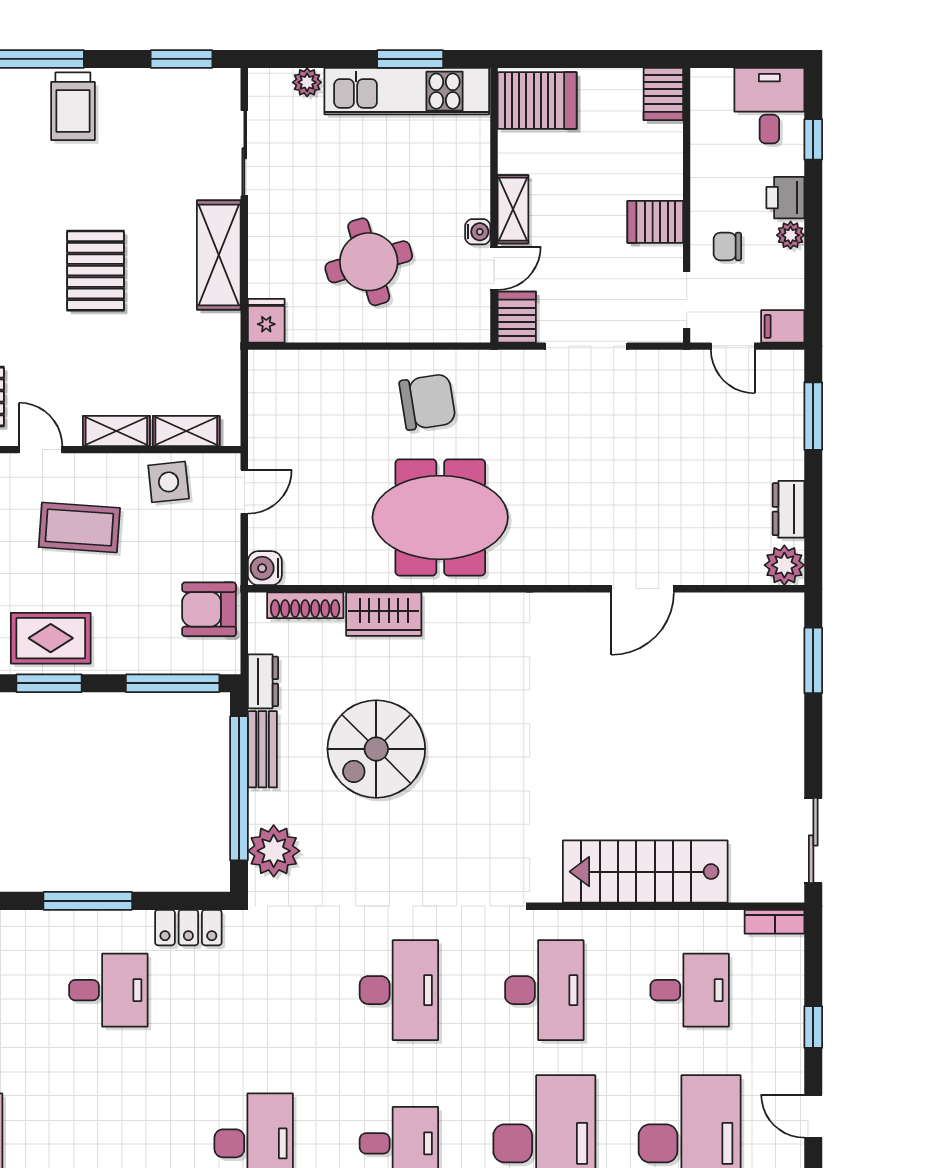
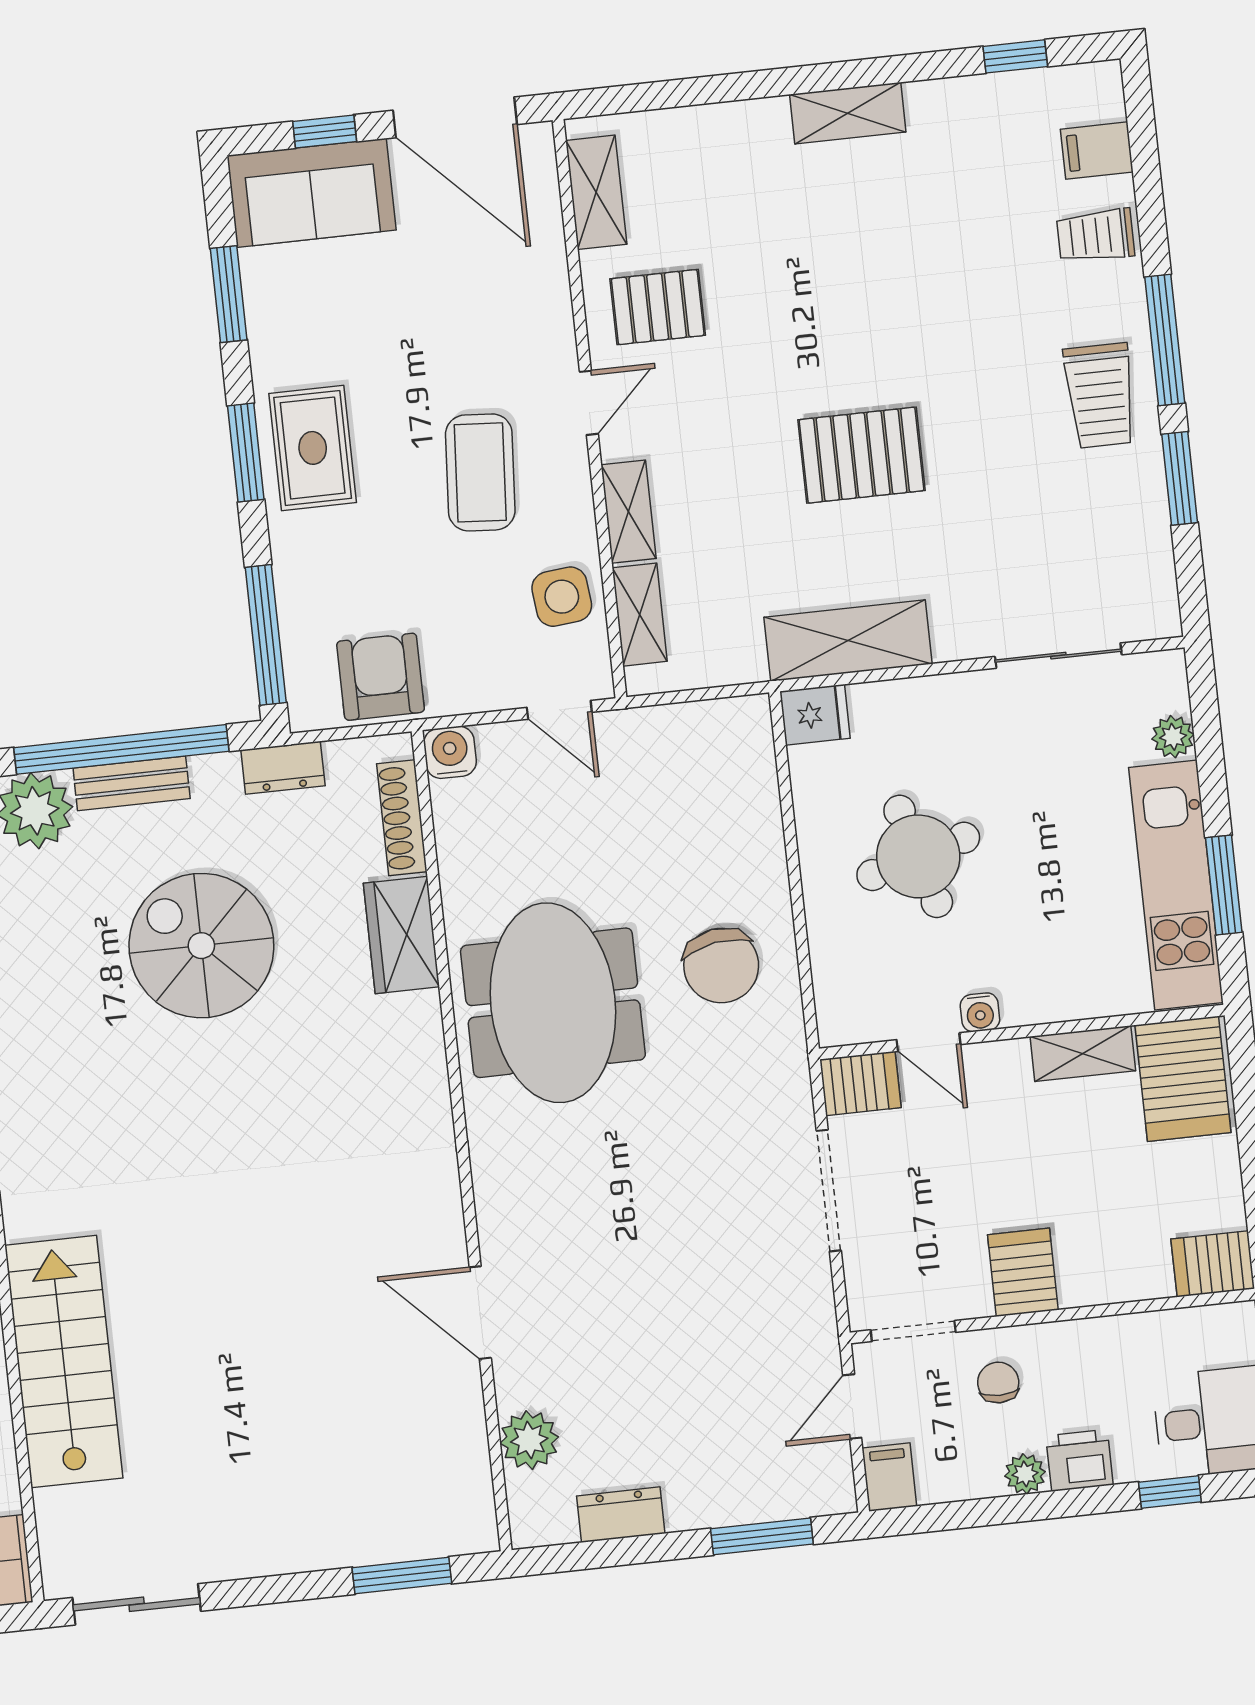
window: (182, 59) -> (1180, 478), moved
trolley: (73, 106) -> (1100, 396), turned -90
shelving: (513, 209) -> (1083, 1054), moved
shelving: (219, 255) -> (848, 641), moved
plant: (784, 565) -> (529, 1440), moved
bench: (262, 749) -> (132, 783), moved

